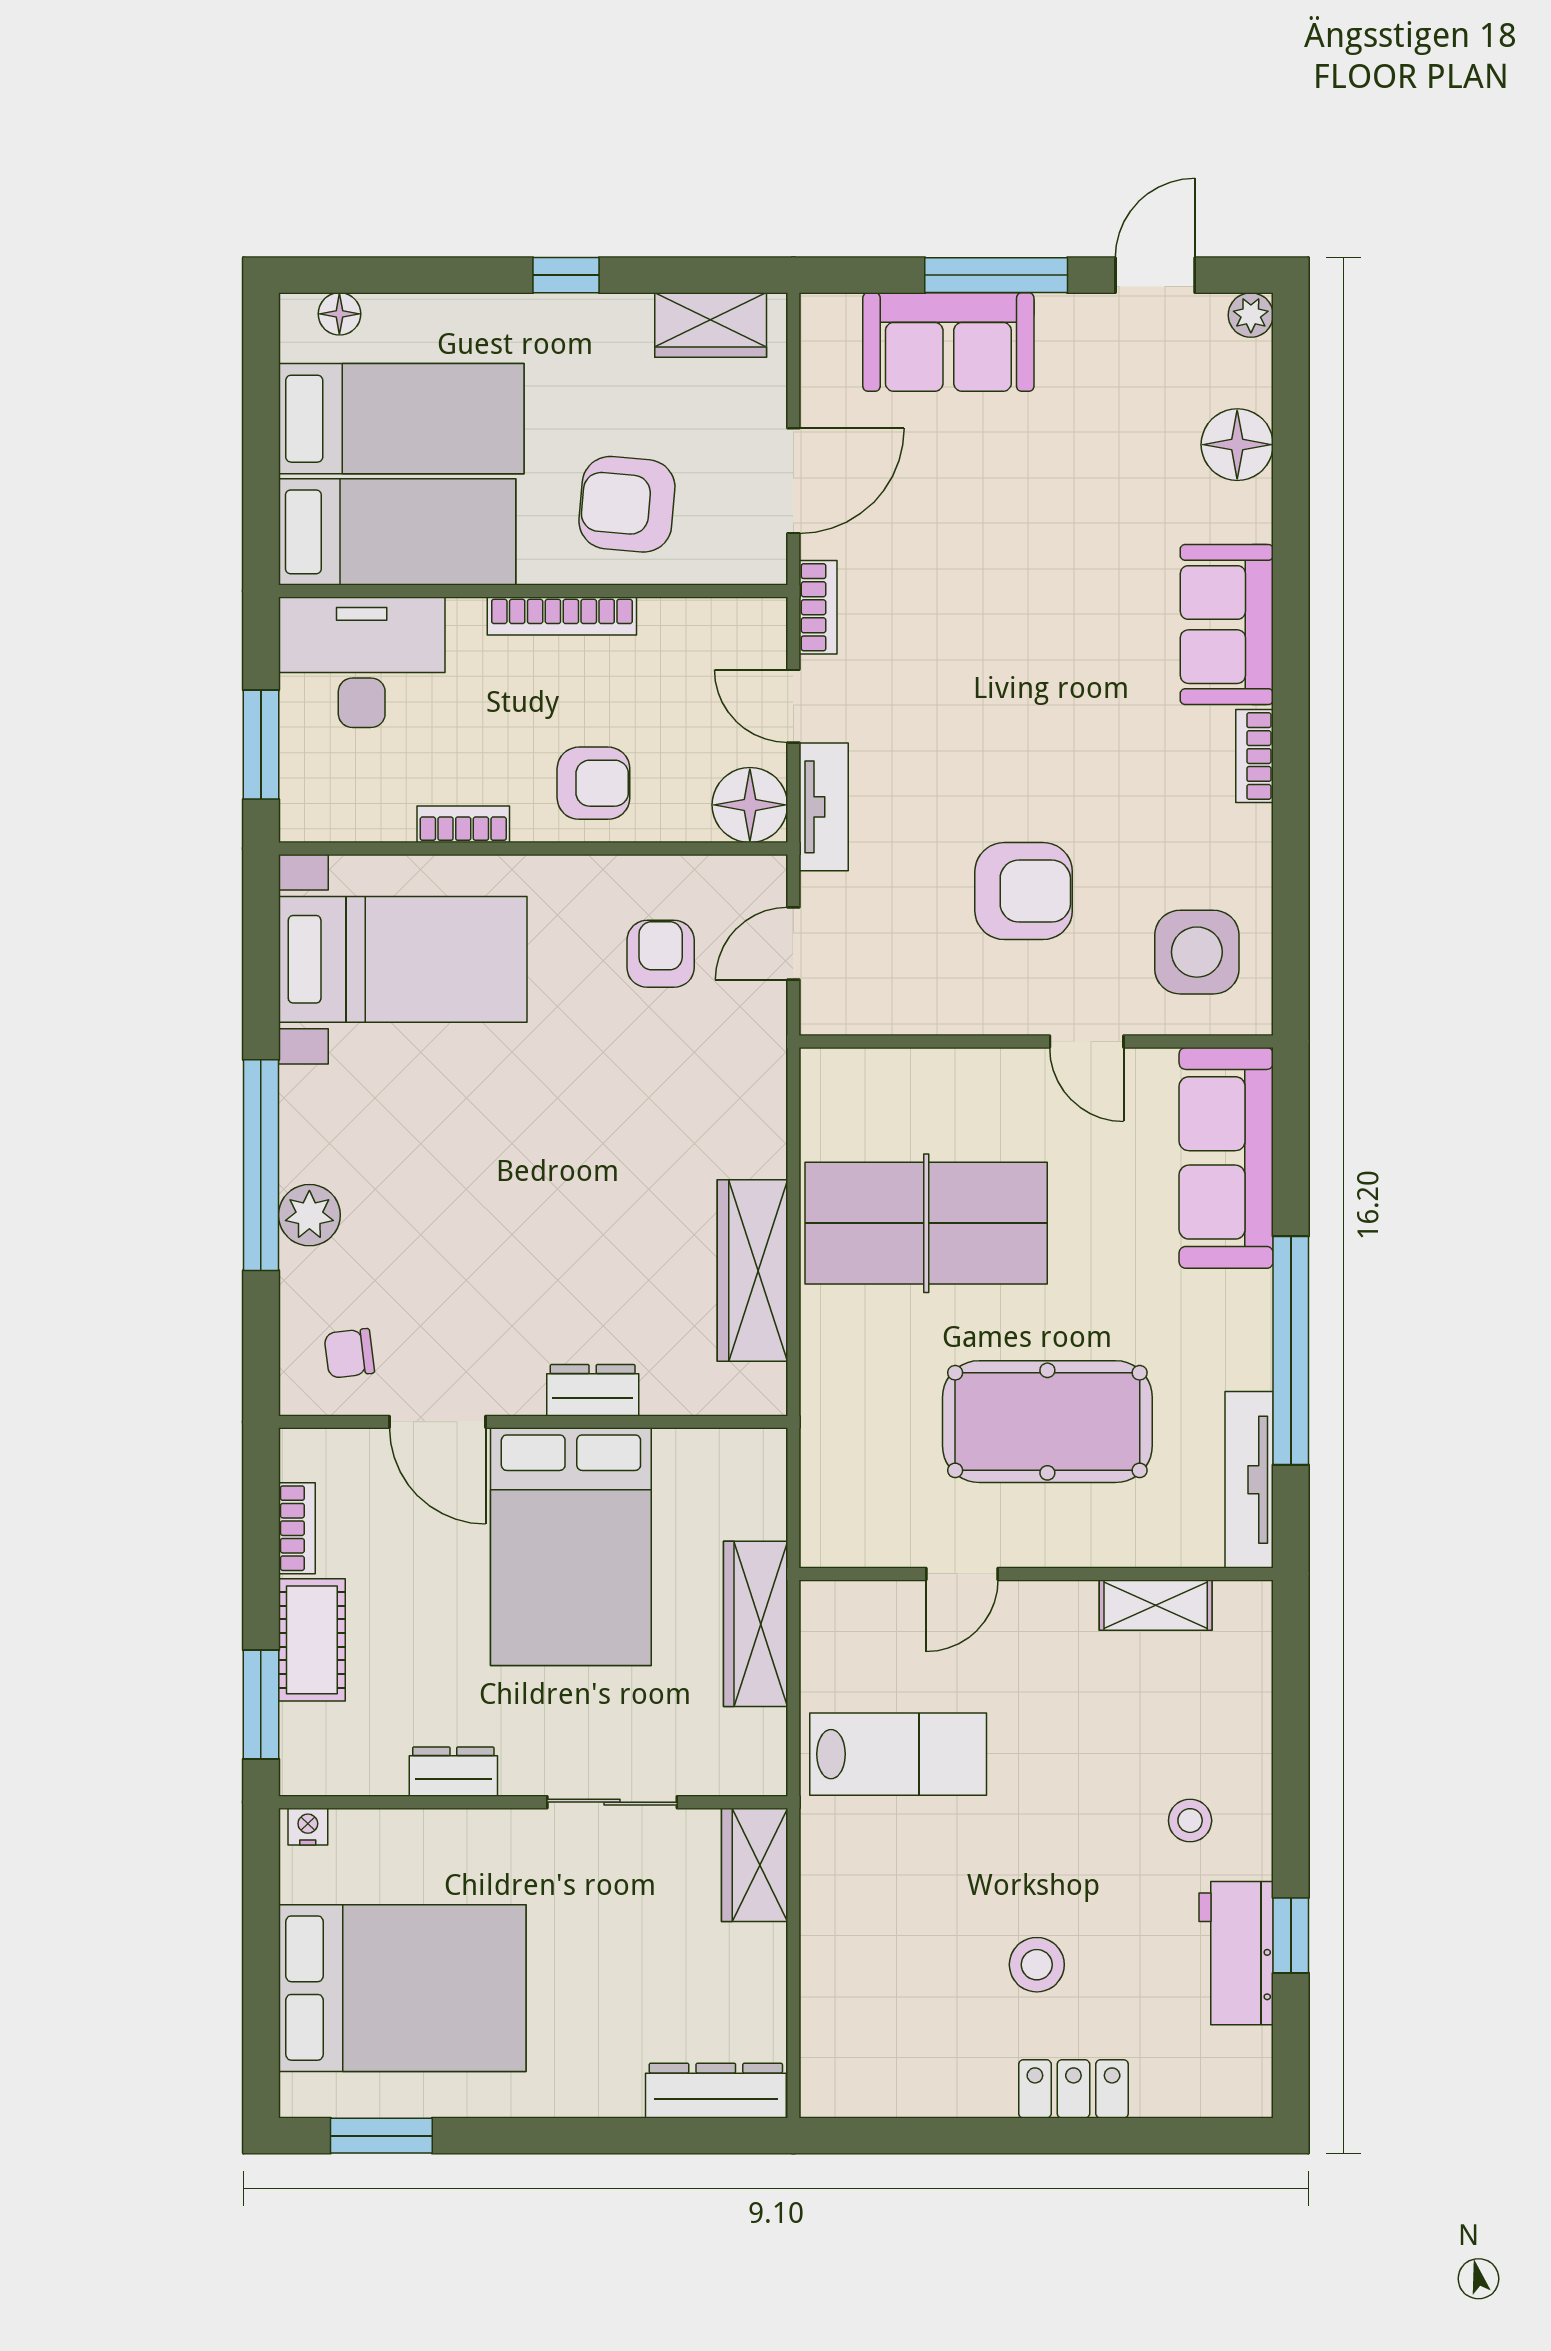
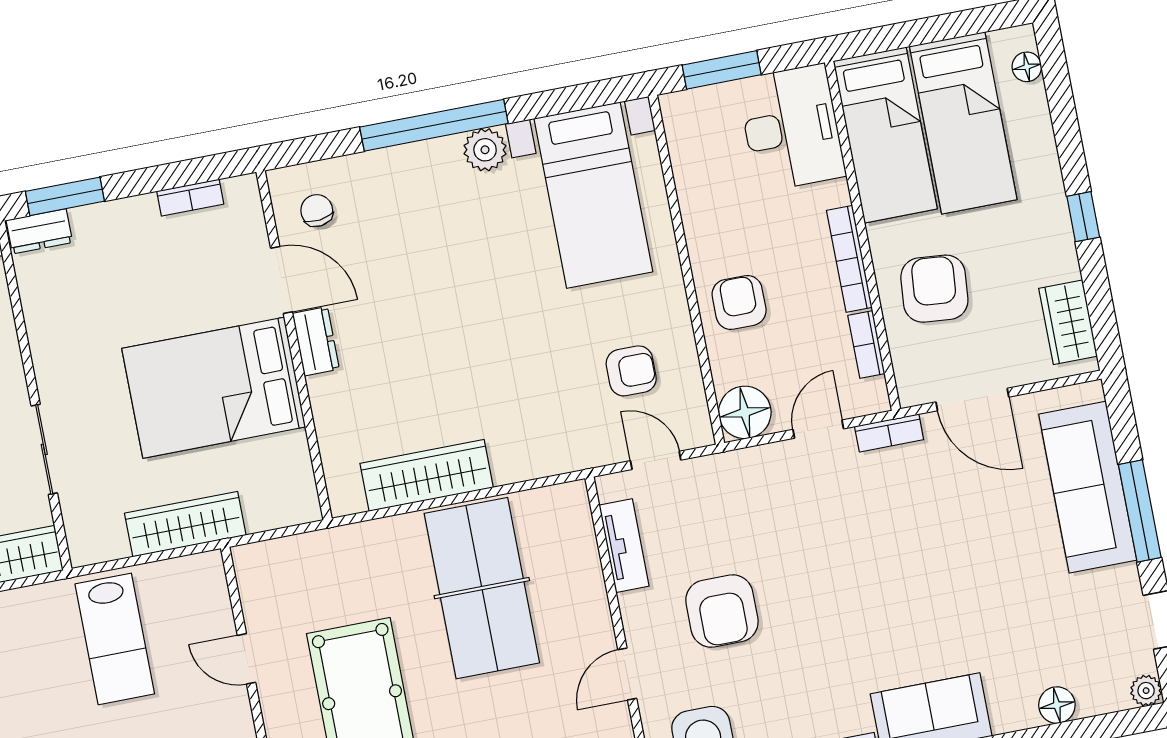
sofa: (948, 342) -> (1088, 487), width x1.36
floor lamp: (1237, 445) -> (1057, 705), width x0.73, depth x0.73
armchair: (593, 783) -> (739, 302), turned 180
tv unit: (824, 807) -> (624, 546), moved, turned -90
bookcase: (463, 824) -> (866, 345), moved, turned 180
plant: (309, 1215) -> (485, 150), moved
dresser: (593, 1390) -> (316, 341), moved
door: (438, 1422) -> (282, 280), swing flipped
cot: (312, 1640) -> (116, 223), removed
dresser: (453, 1772) -> (39, 231), moved, turned 90

